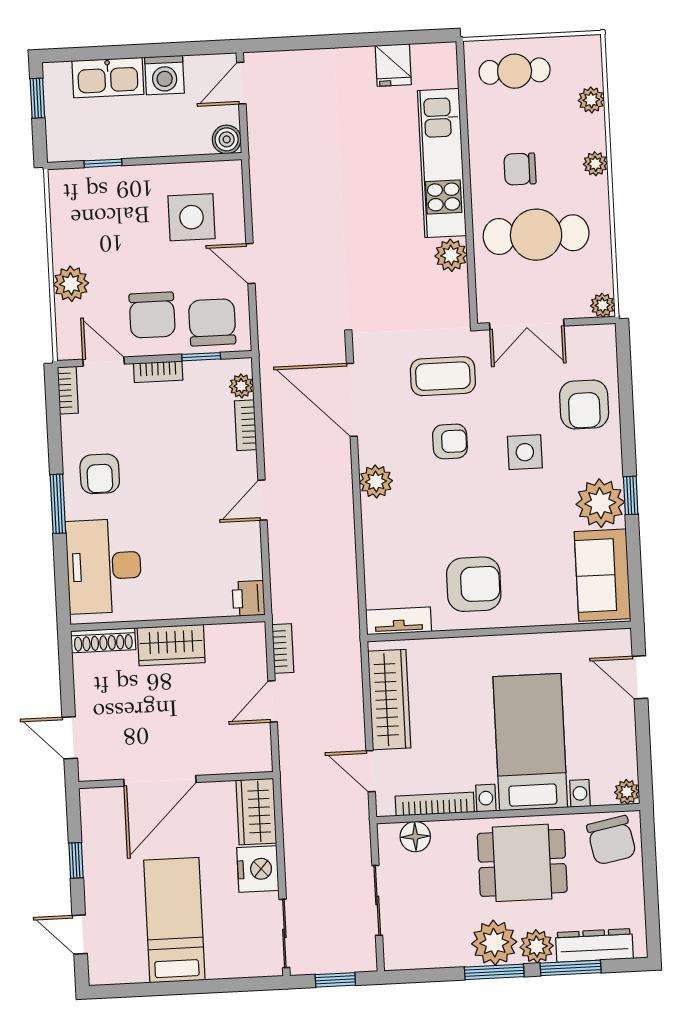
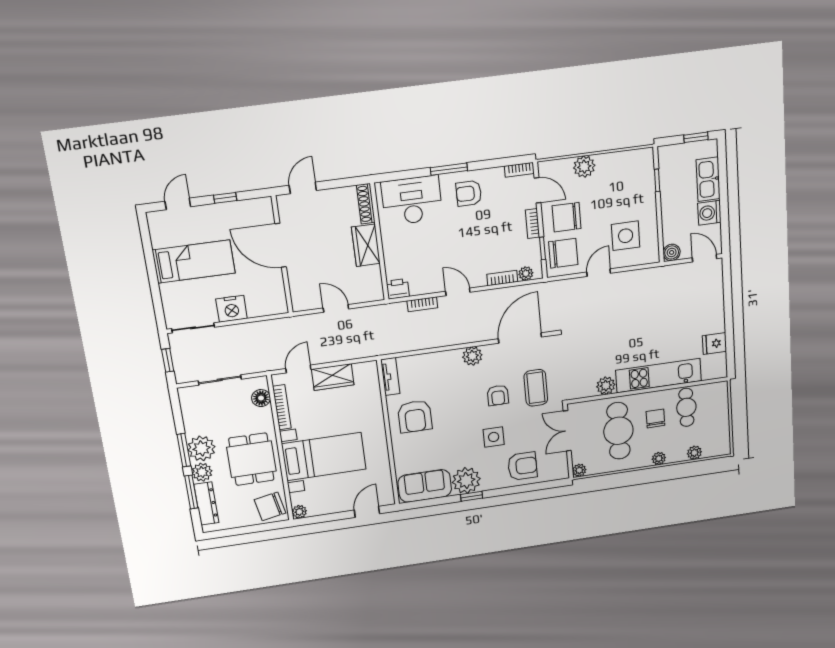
cafe table: (515, 71) -> (686, 407), moved
door: (104, 362) -> (537, 190), hinge flipped
armchair: (584, 405) -> (522, 466), turned 180
bookcase: (283, 648) -> (422, 304), moved
wardrobe: (389, 700) -> (333, 377), width x0.67
wardrobe: (256, 812) -> (267, 305), removed

